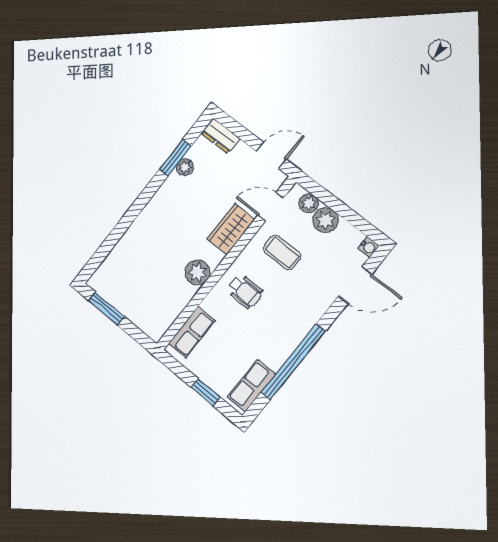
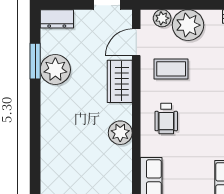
plant: (185, 167) -> (55, 70), width x1.88, depth x1.88
plant: (325, 220) -> (188, 25), width x1.36, depth x1.36
wheelchair: (245, 291) -> (166, 119), turned 90

